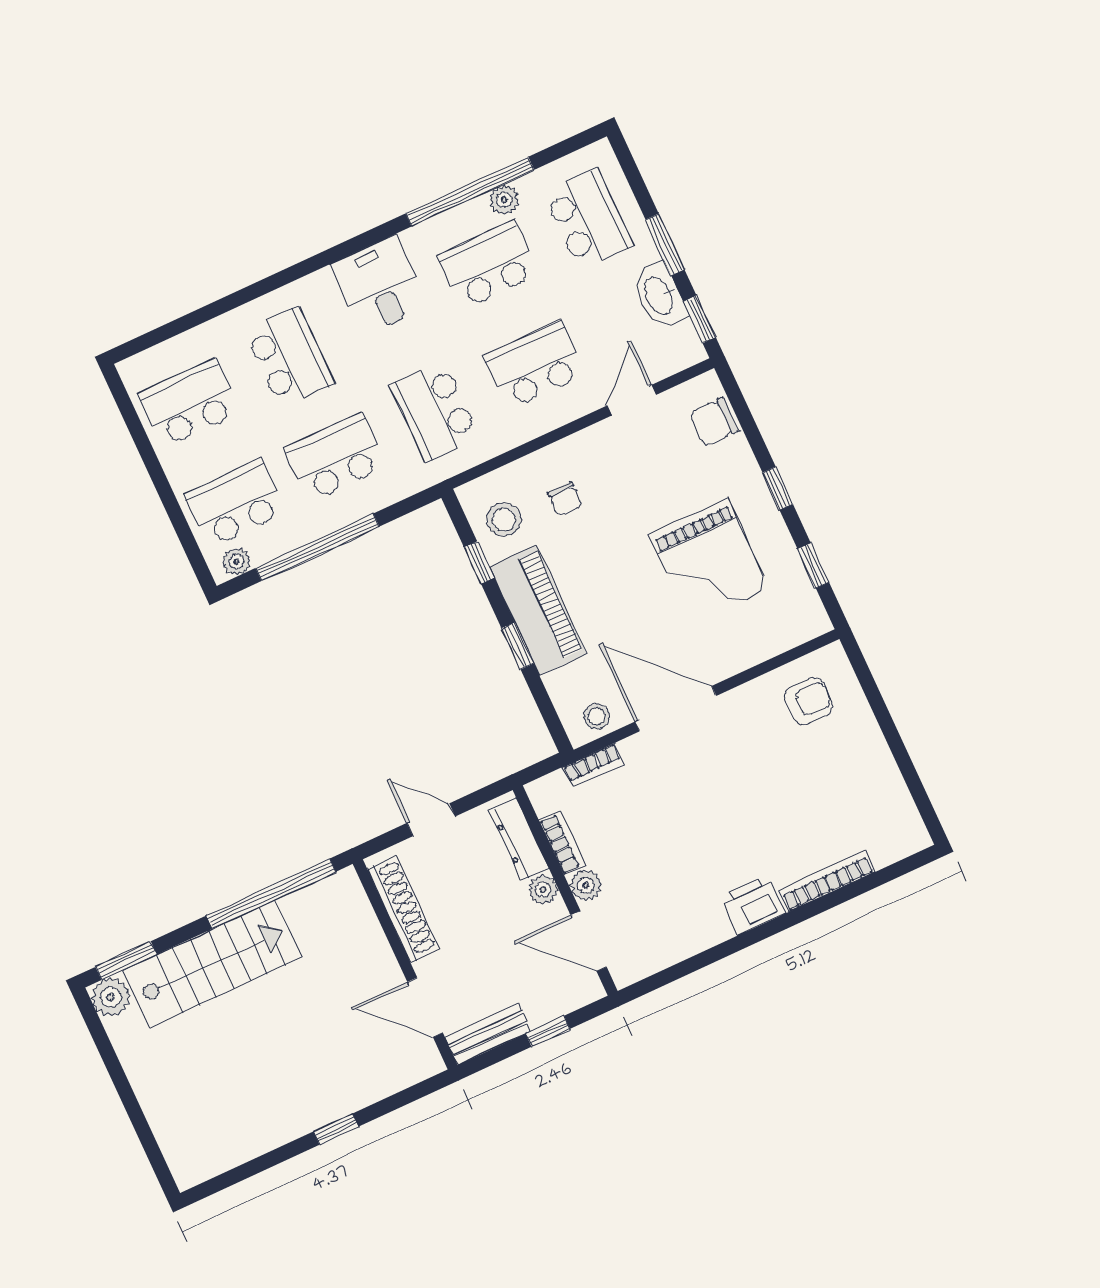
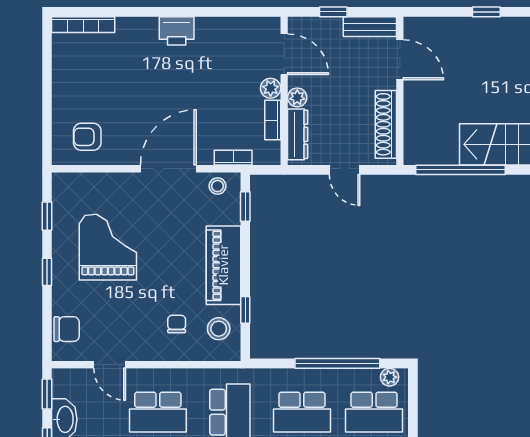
door: (632, 400) -> (110, 365), hinge flipped
window: (518, 646) -> (245, 207), moved
door: (676, 709) -> (168, 169), swing flipped
bookcase: (827, 881) -> (83, 25), moved

